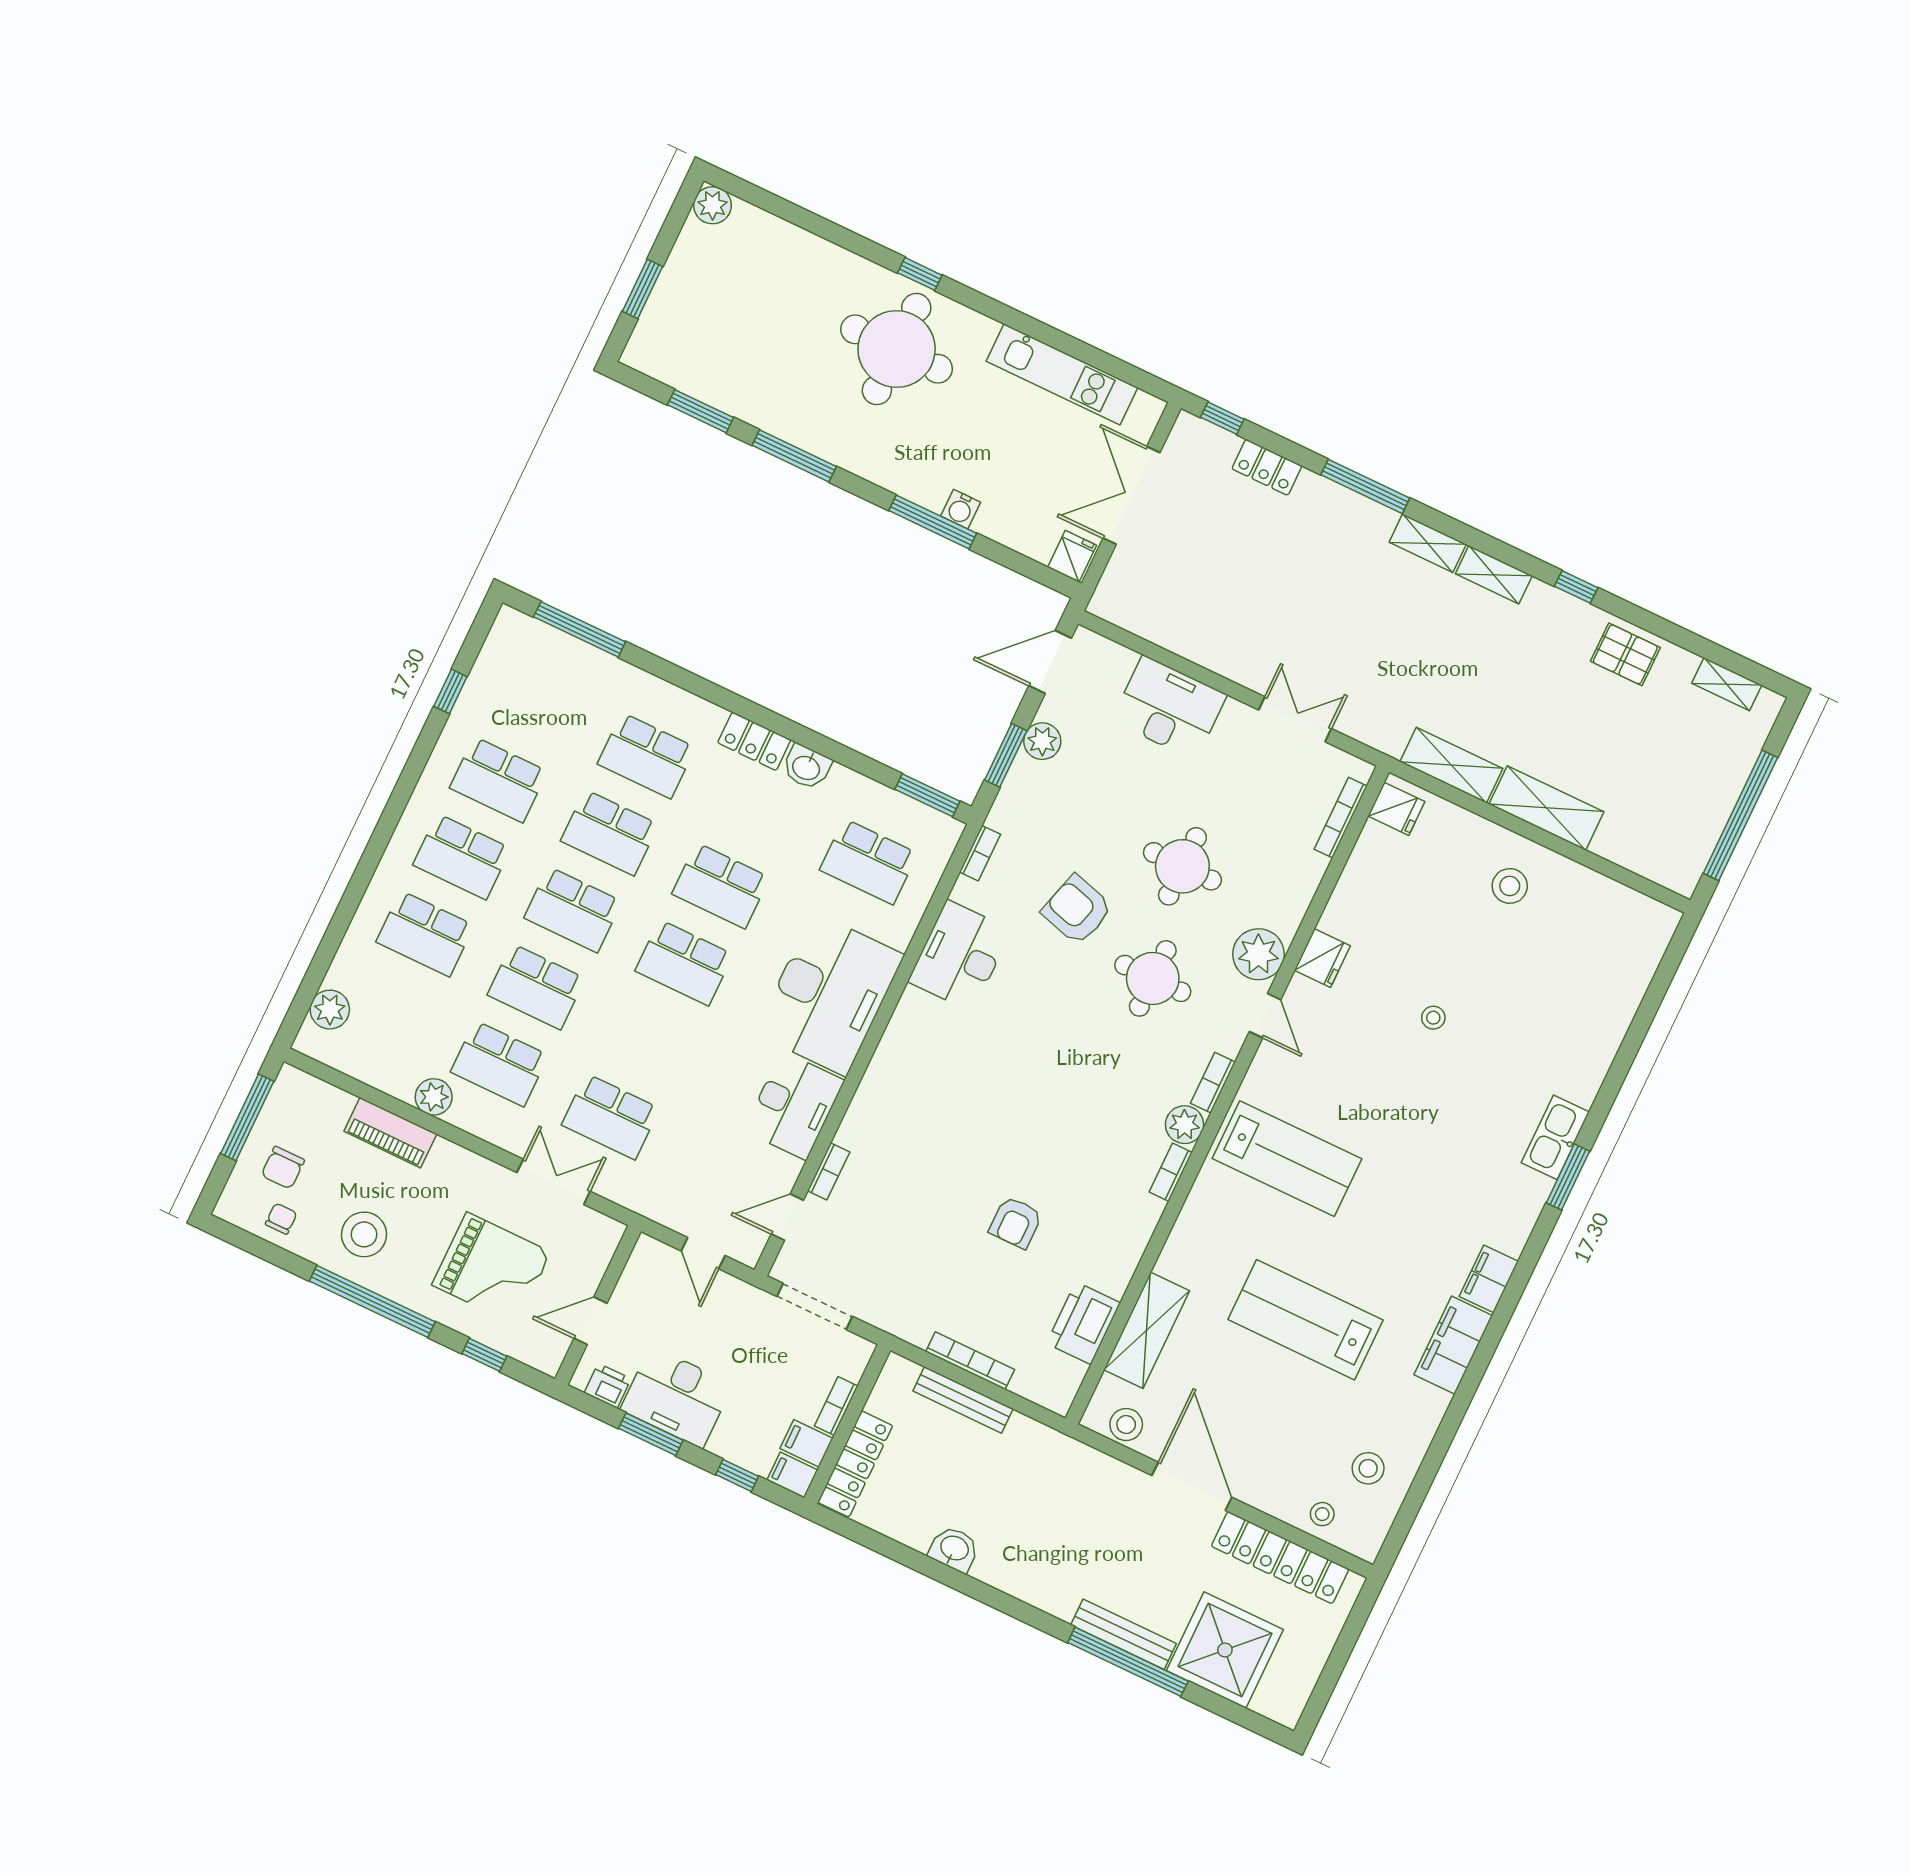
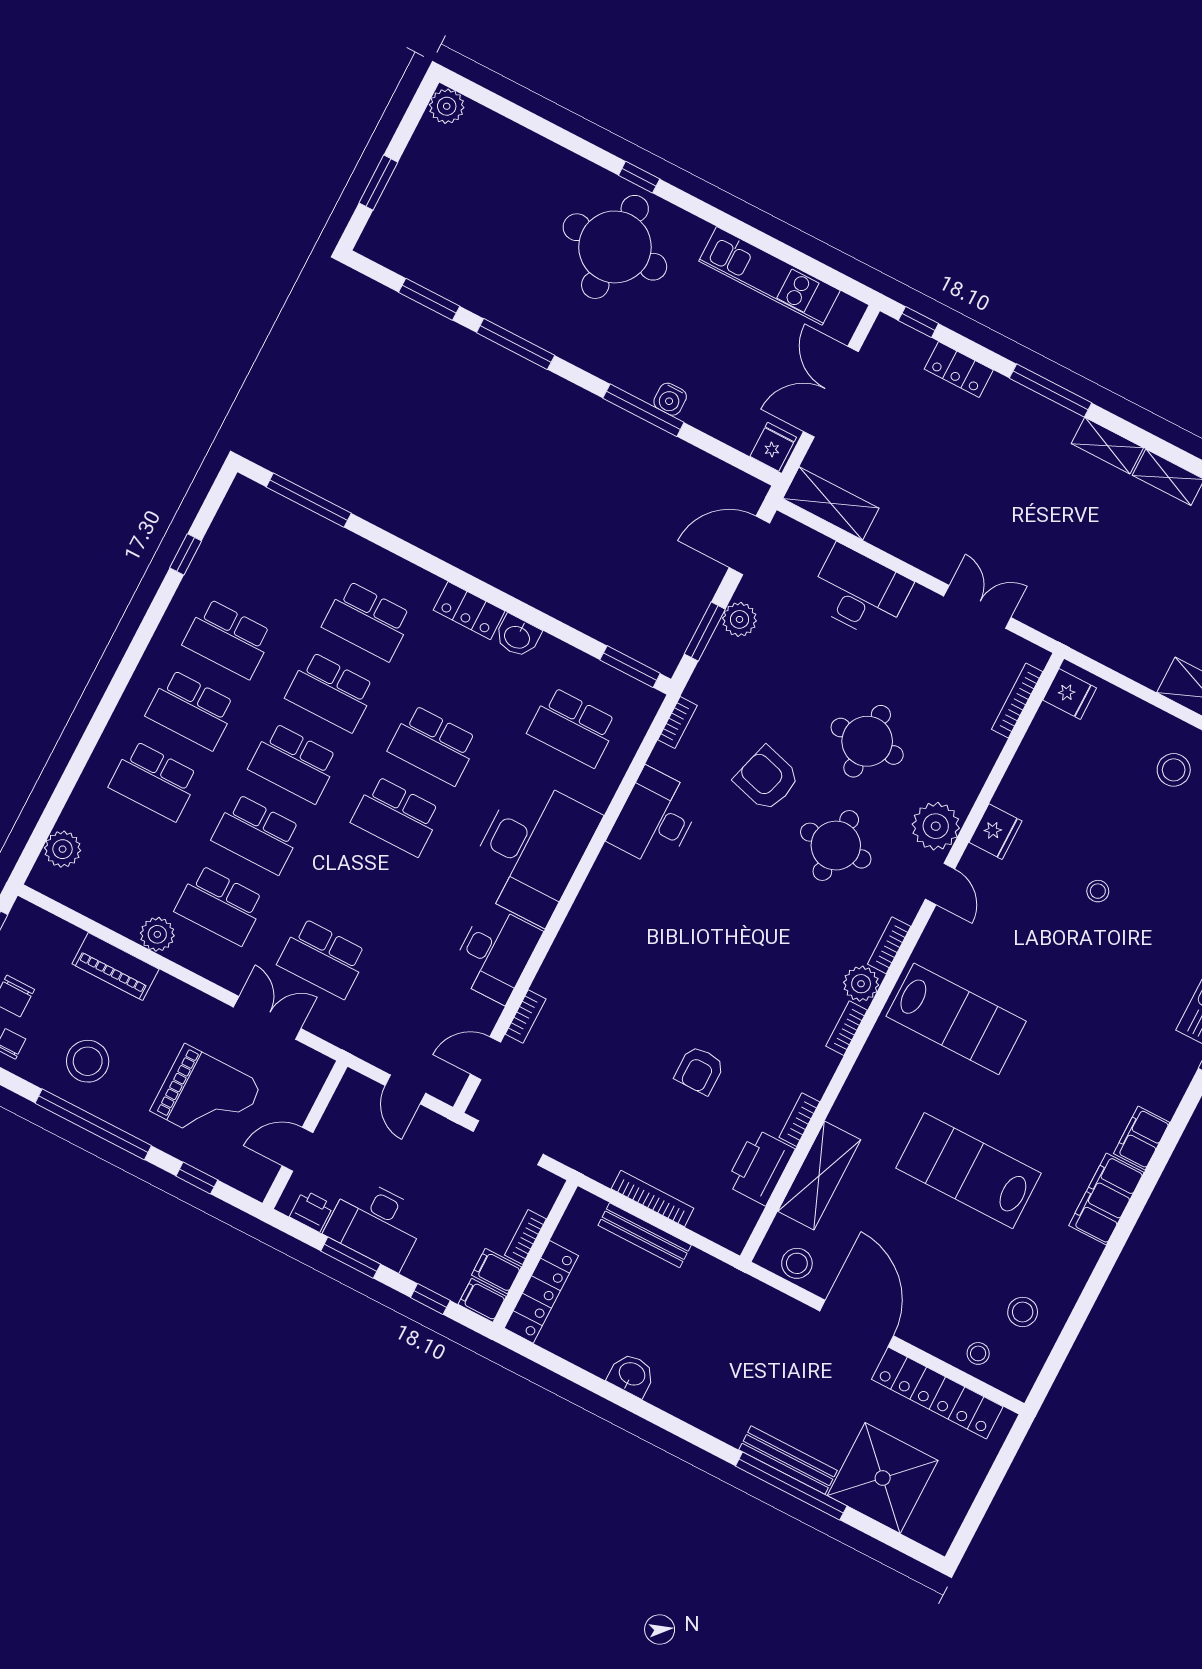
shelving: (1451, 765) -> (831, 503), moved
bookcase: (1124, 1271) -> (799, 1120), added

